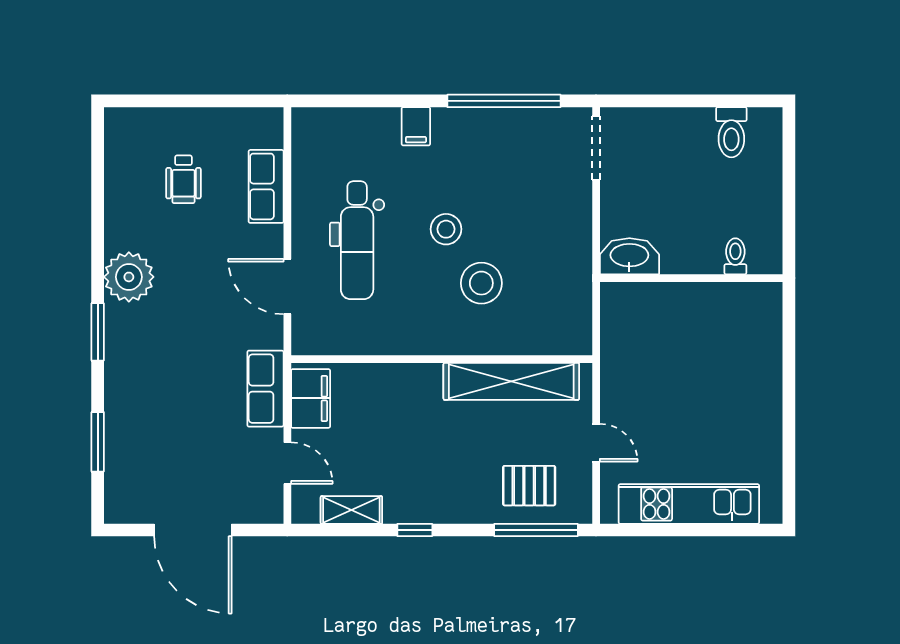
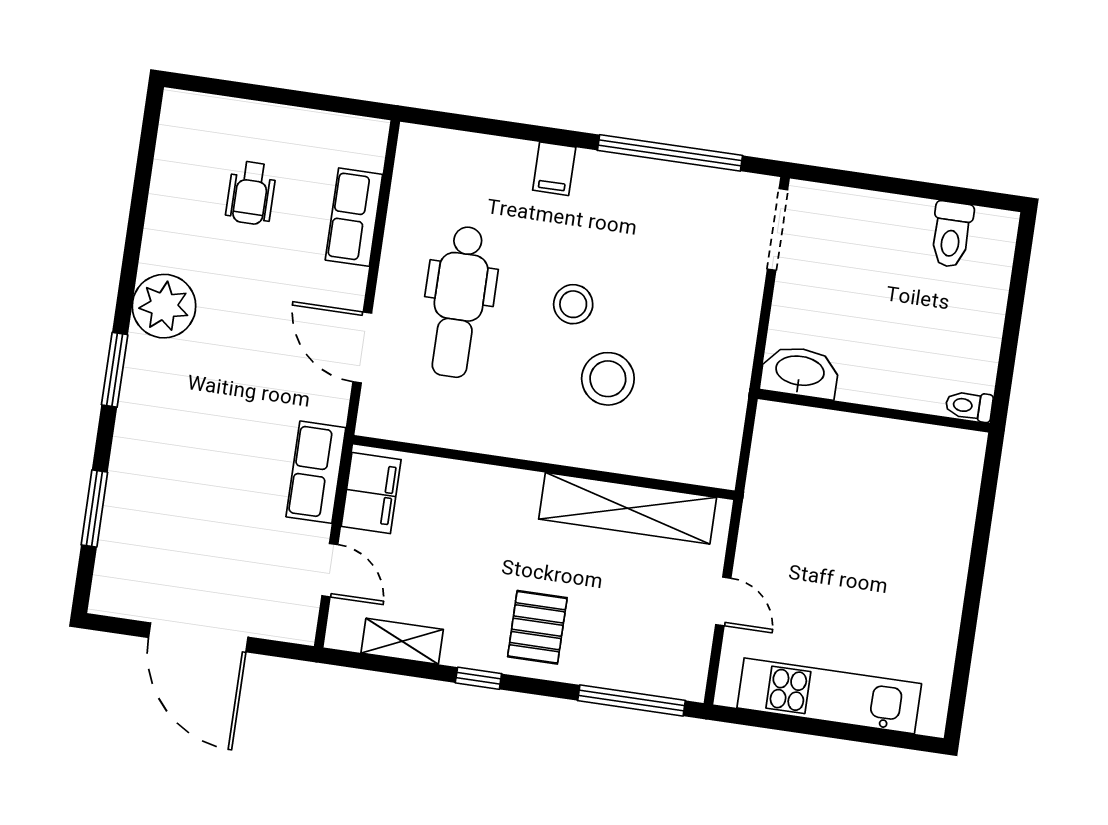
toilet: (735, 256) -> (969, 406), moved, turned -90
pallet: (529, 486) -> (537, 627), moved, turned 90

